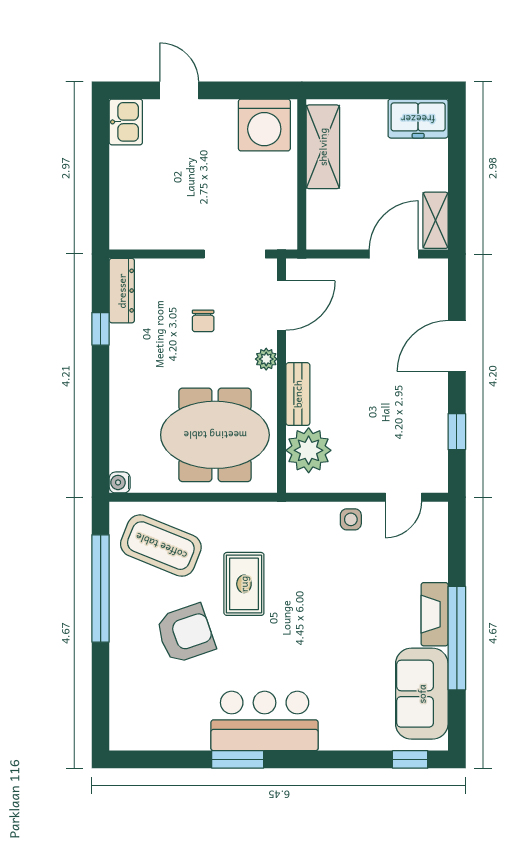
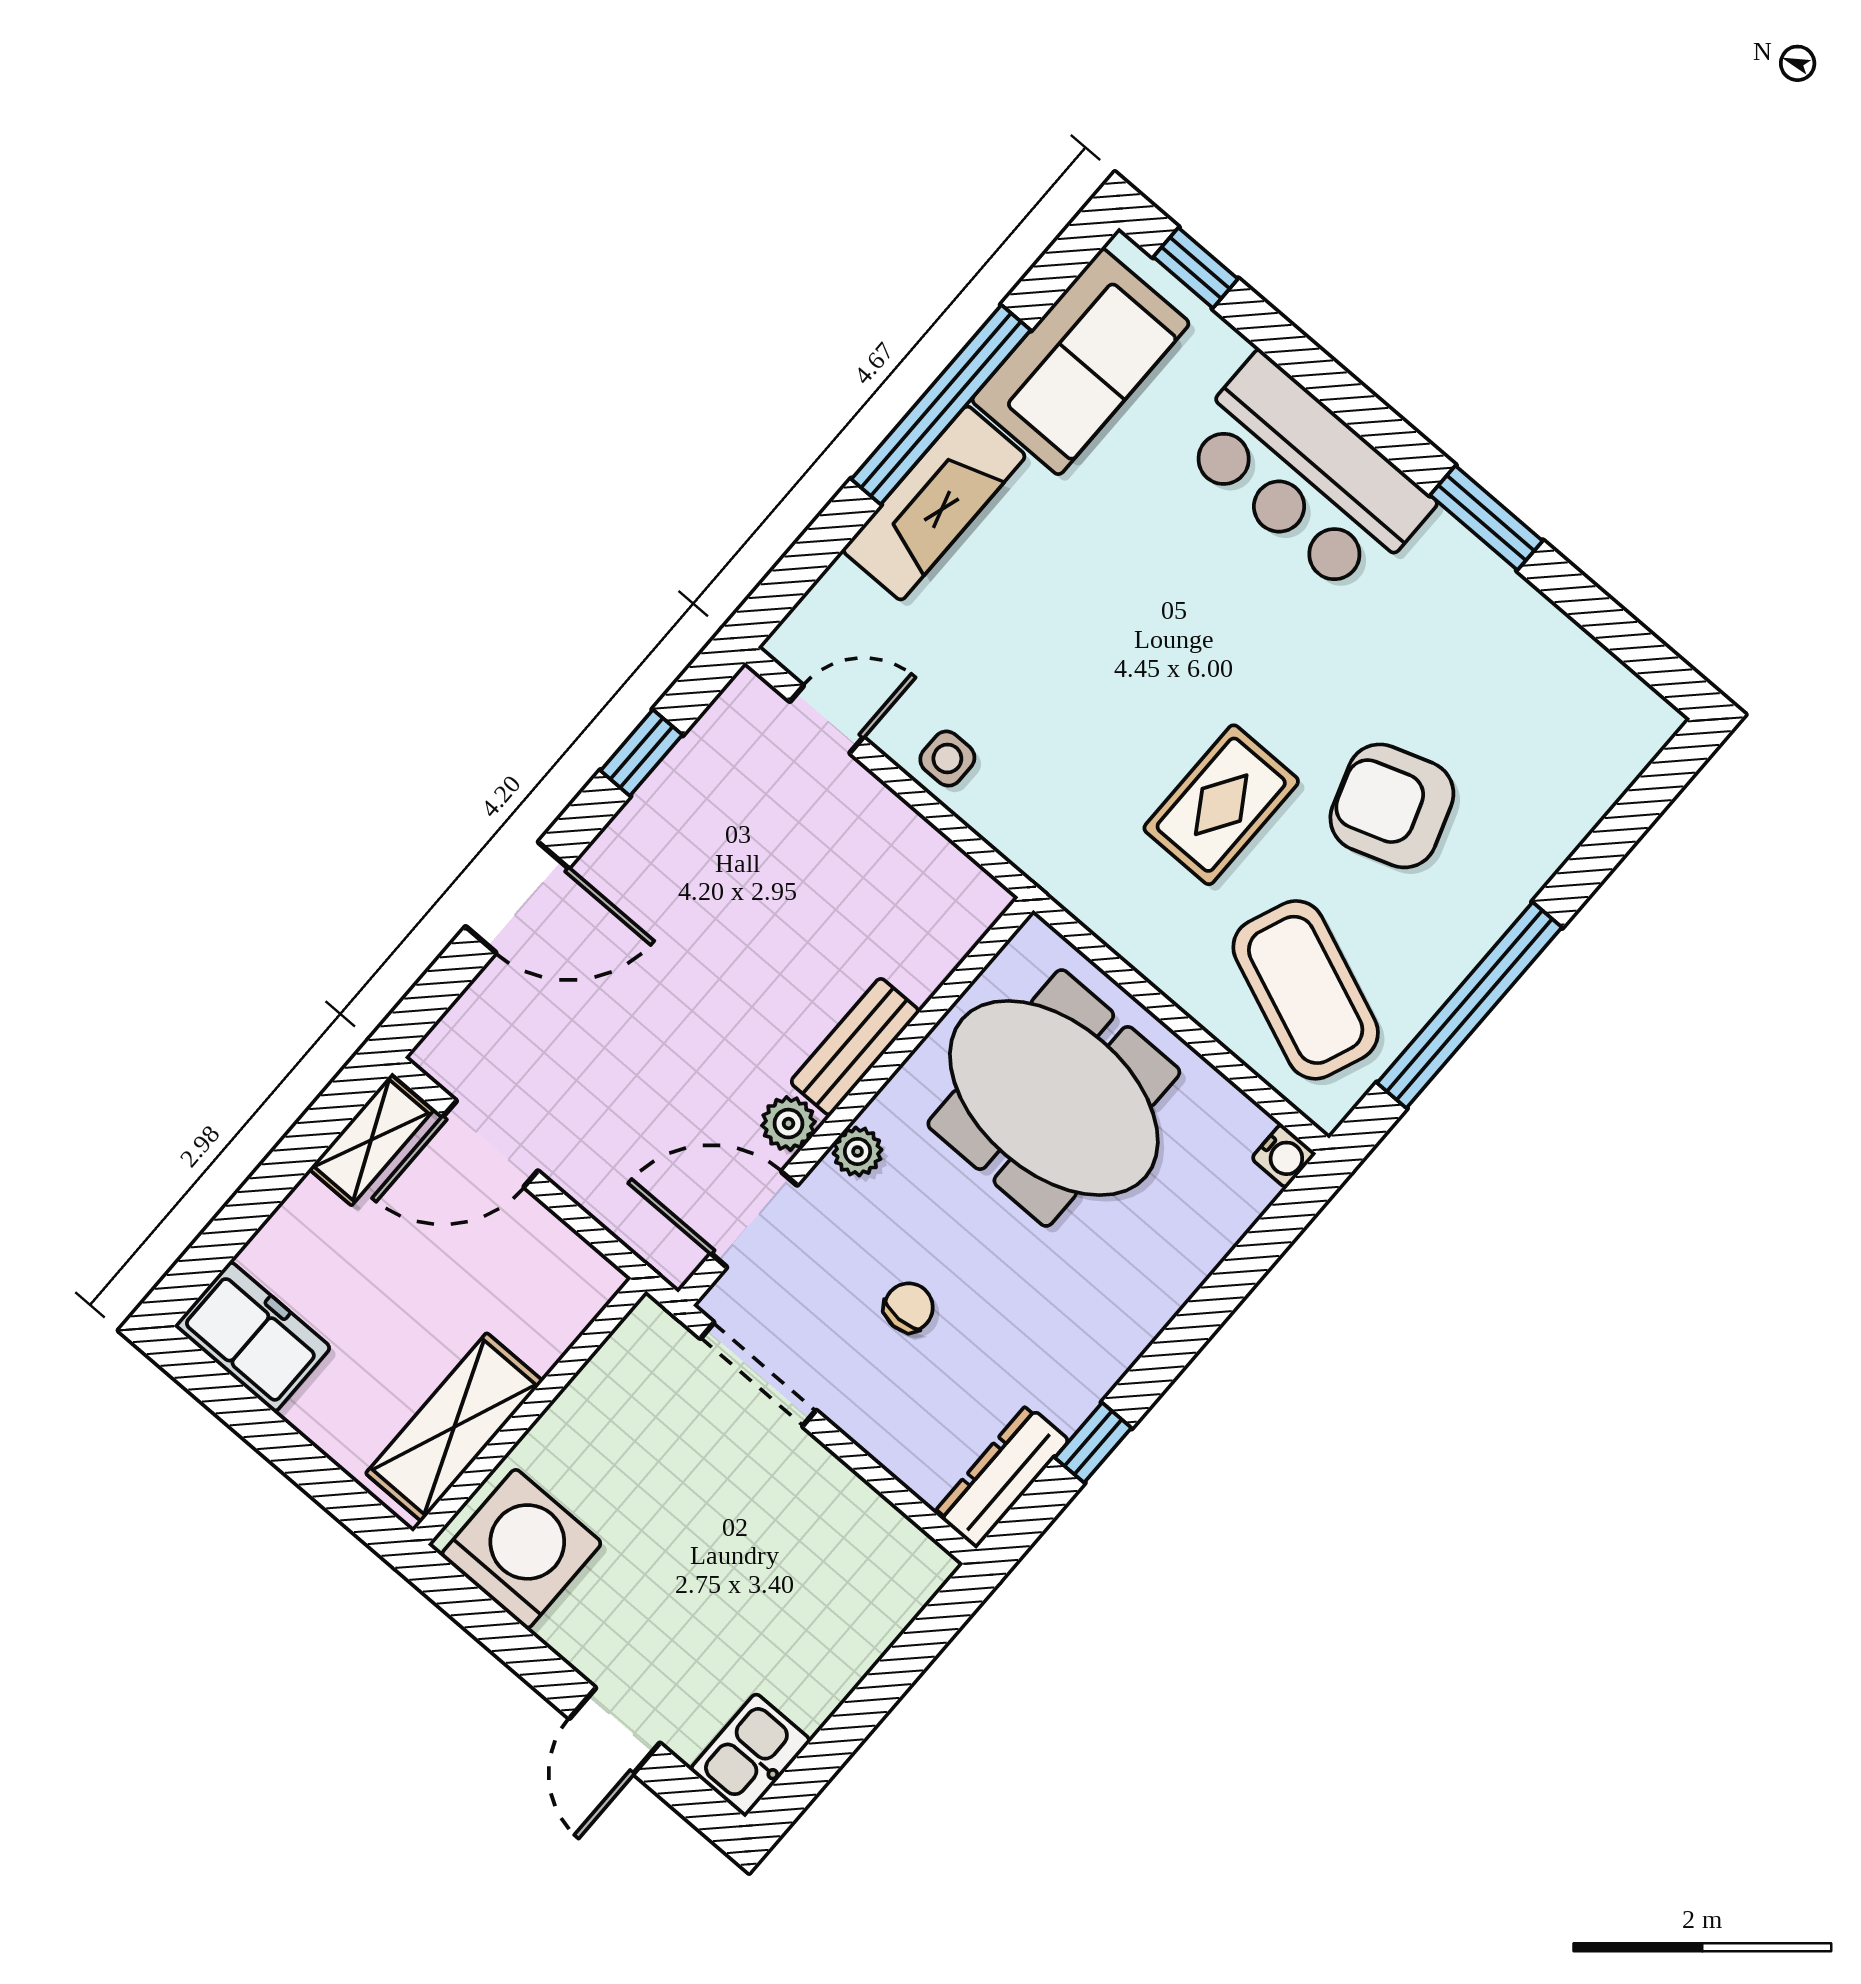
plant: (309, 450) -> (788, 1124), moved, width x0.53, depth x0.53
fireplace: (435, 614) -> (934, 503), width x1.37, depth x1.32
bar counter: (265, 721) -> (1306, 475), moved

